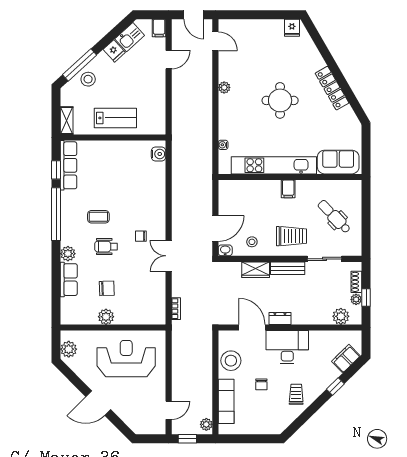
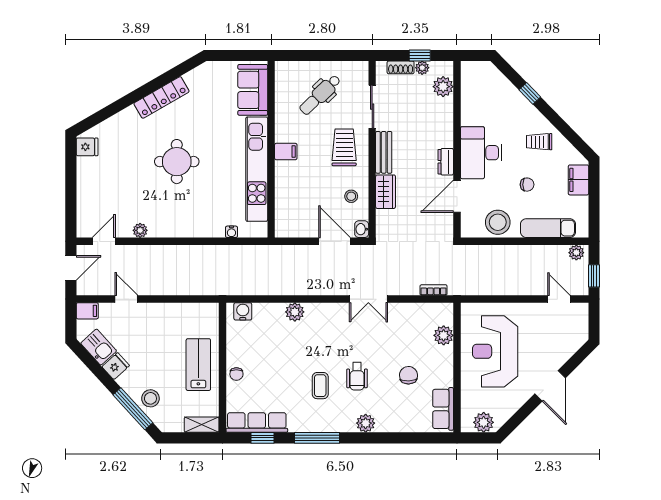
plant: (224, 87) -> (140, 230), moved
plant: (158, 196) -> (295, 312), added
window: (56, 214) -> (317, 438), width x0.68
chair: (141, 236) -> (236, 374), moved
row of seats: (69, 280) -> (443, 409), moved, turned -90
plant: (106, 317) -> (444, 335), moved
filing cabinet: (346, 359) -> (578, 180), moved, turned 44

